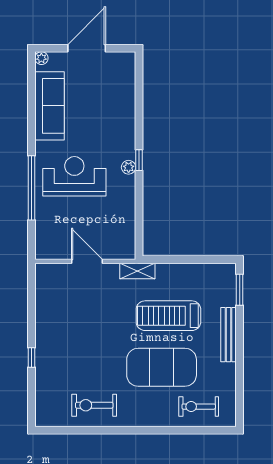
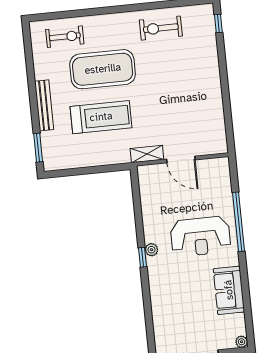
sofa: (50, 106) -> (229, 290), width x0.73
shelving: (137, 271) -> (147, 154), moved
window: (32, 357) -> (218, 24), moved
exercise bike: (94, 405) -> (161, 28), turned 180

